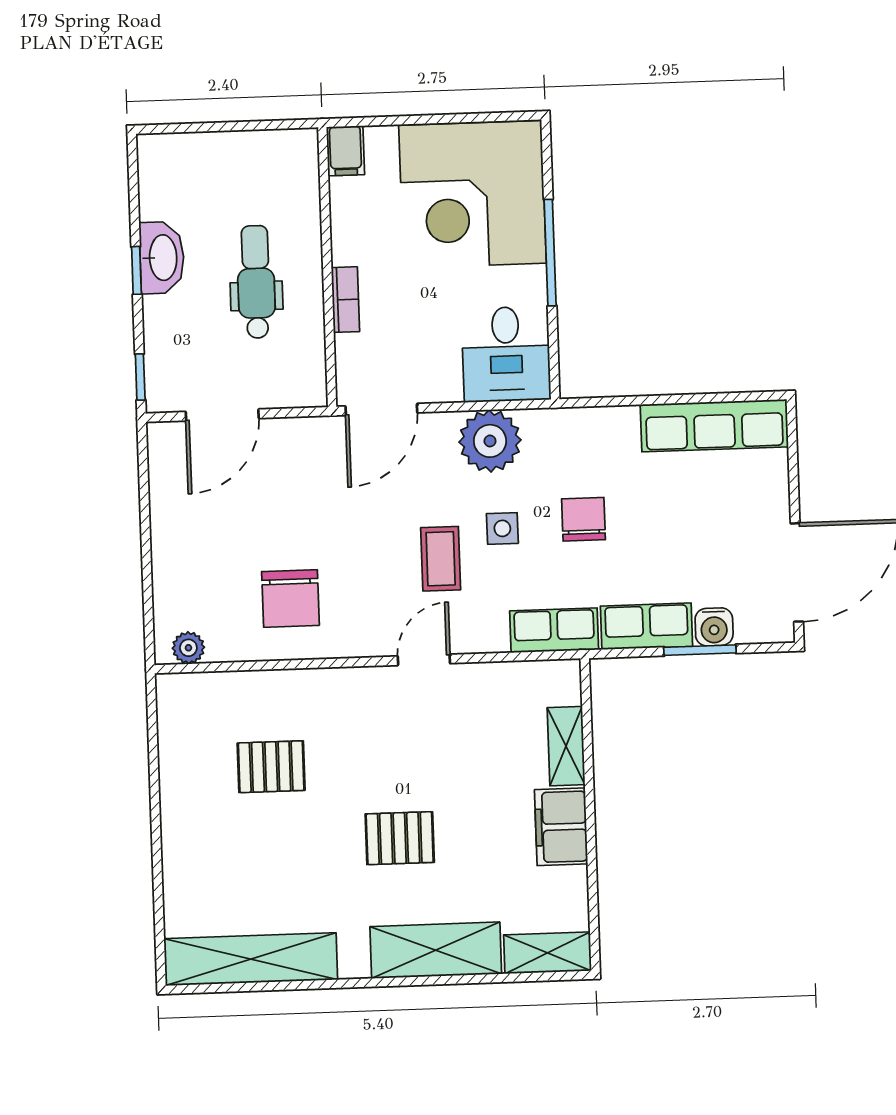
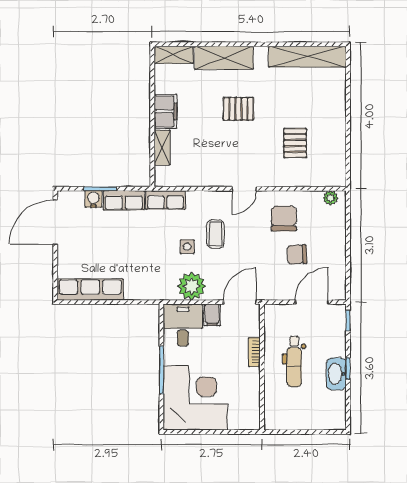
filing cabinet: (346, 151) -> (212, 315), moved, turned 180
chair: (583, 519) -> (297, 254), moved, turned 87
door: (424, 660) -> (244, 189), moved
pallet: (271, 767) -> (295, 143), turned 90

